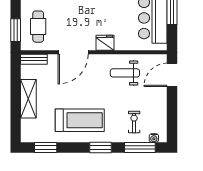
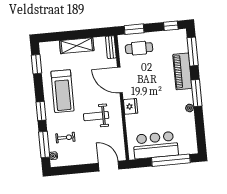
weight bench: (125, 73) -> (96, 116), moved, turned -90

